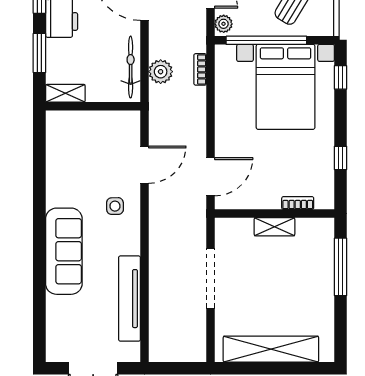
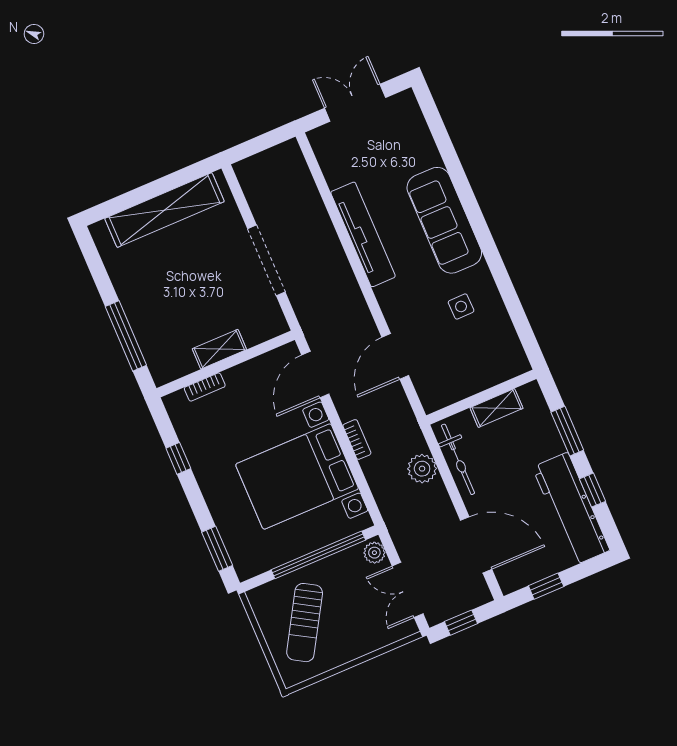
bookcase: (200, 69) -> (357, 439), moved
window: (341, 77) -> (217, 549), width x1.50
bed with nightstands: (286, 87) -> (297, 477), moved, turned -90
shelving: (65, 93) -> (496, 408), moved
side table: (115, 206) -> (461, 307), moved
tv unit: (130, 299) -> (363, 234), moved

